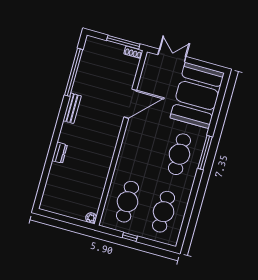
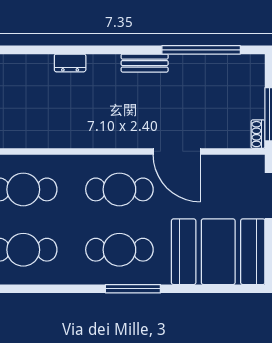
cafe table: (143, 144) -> (119, 189), added

